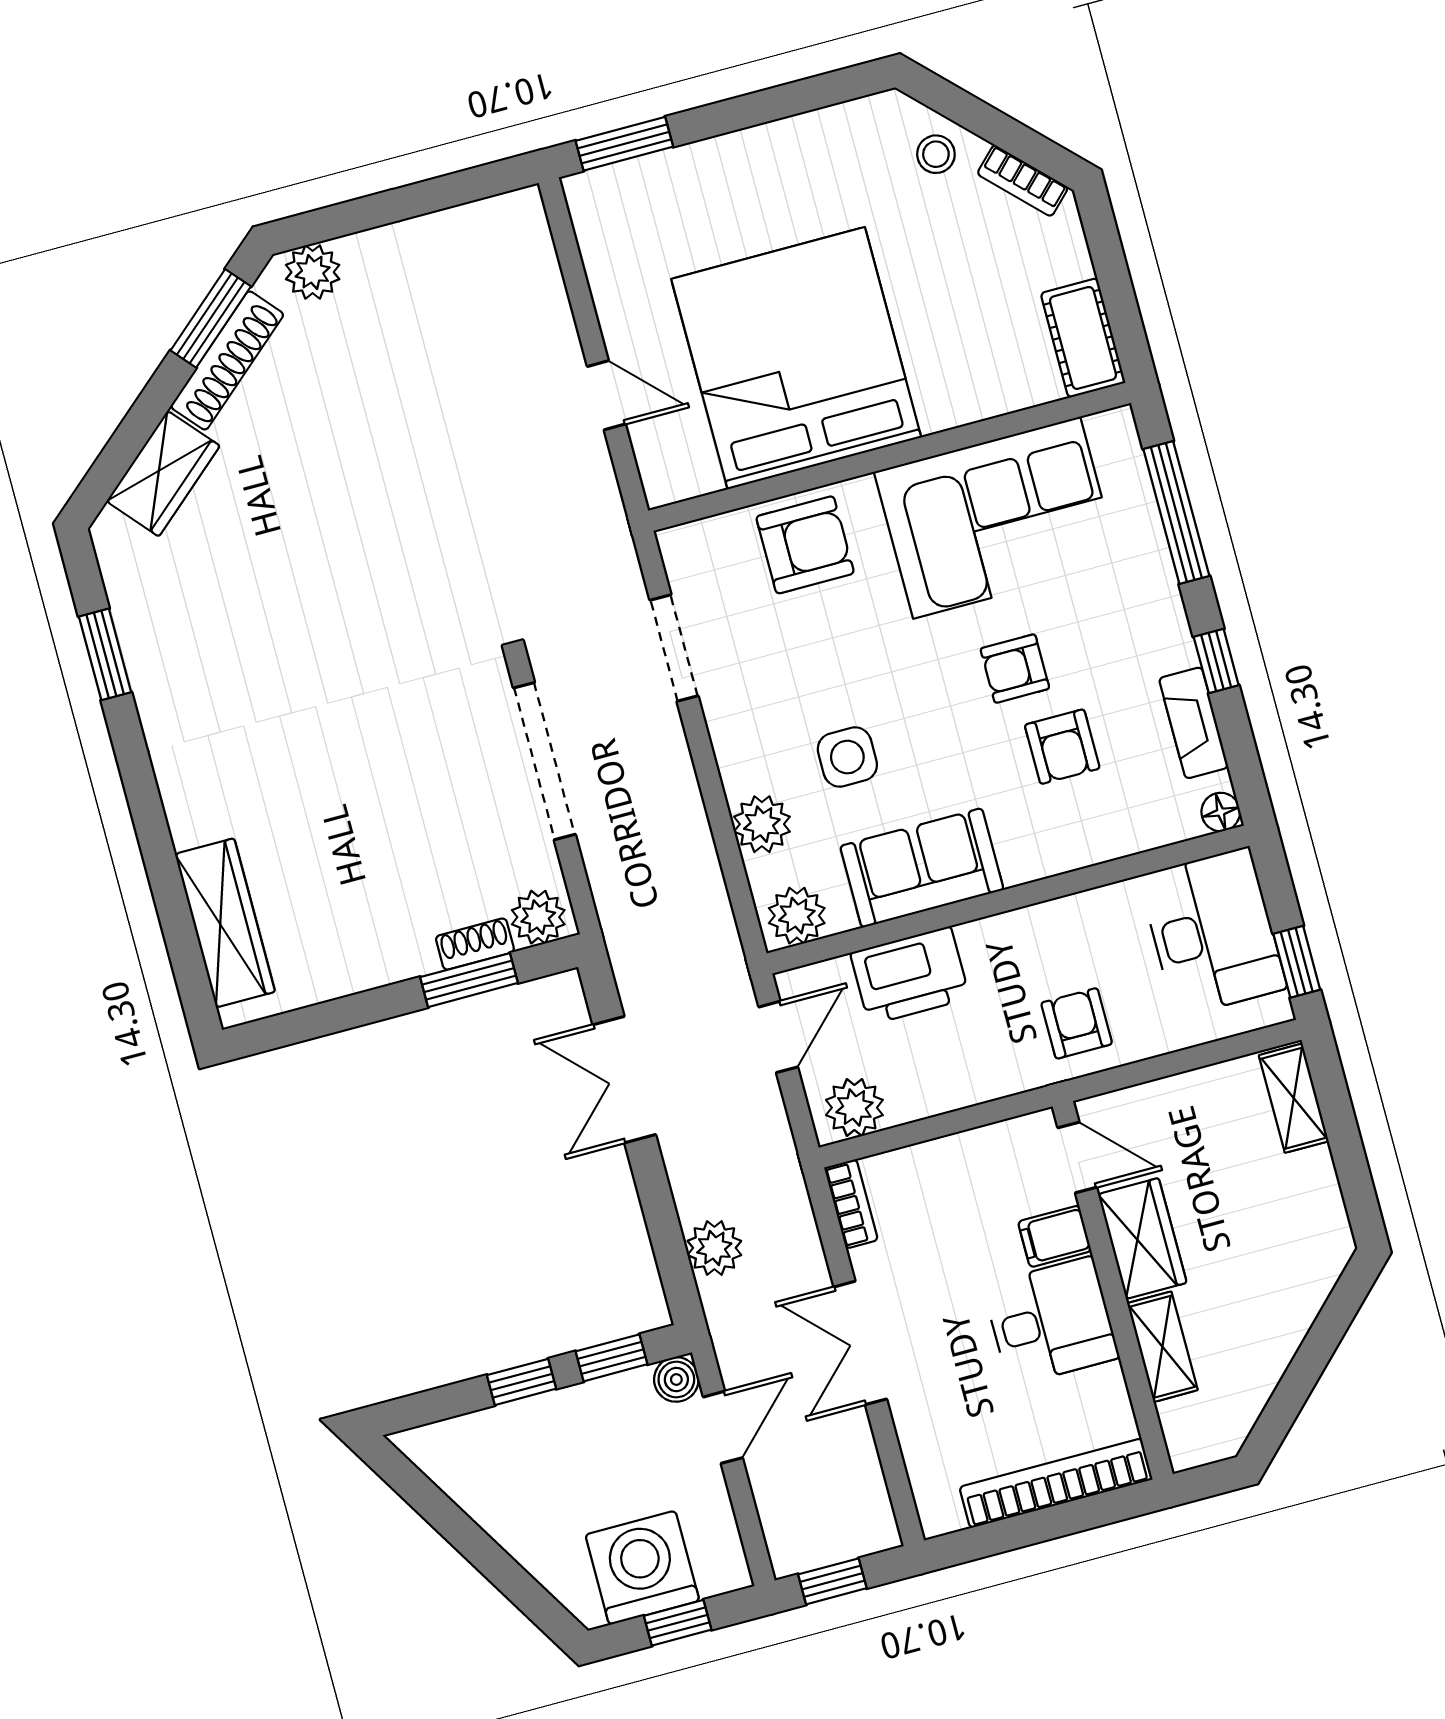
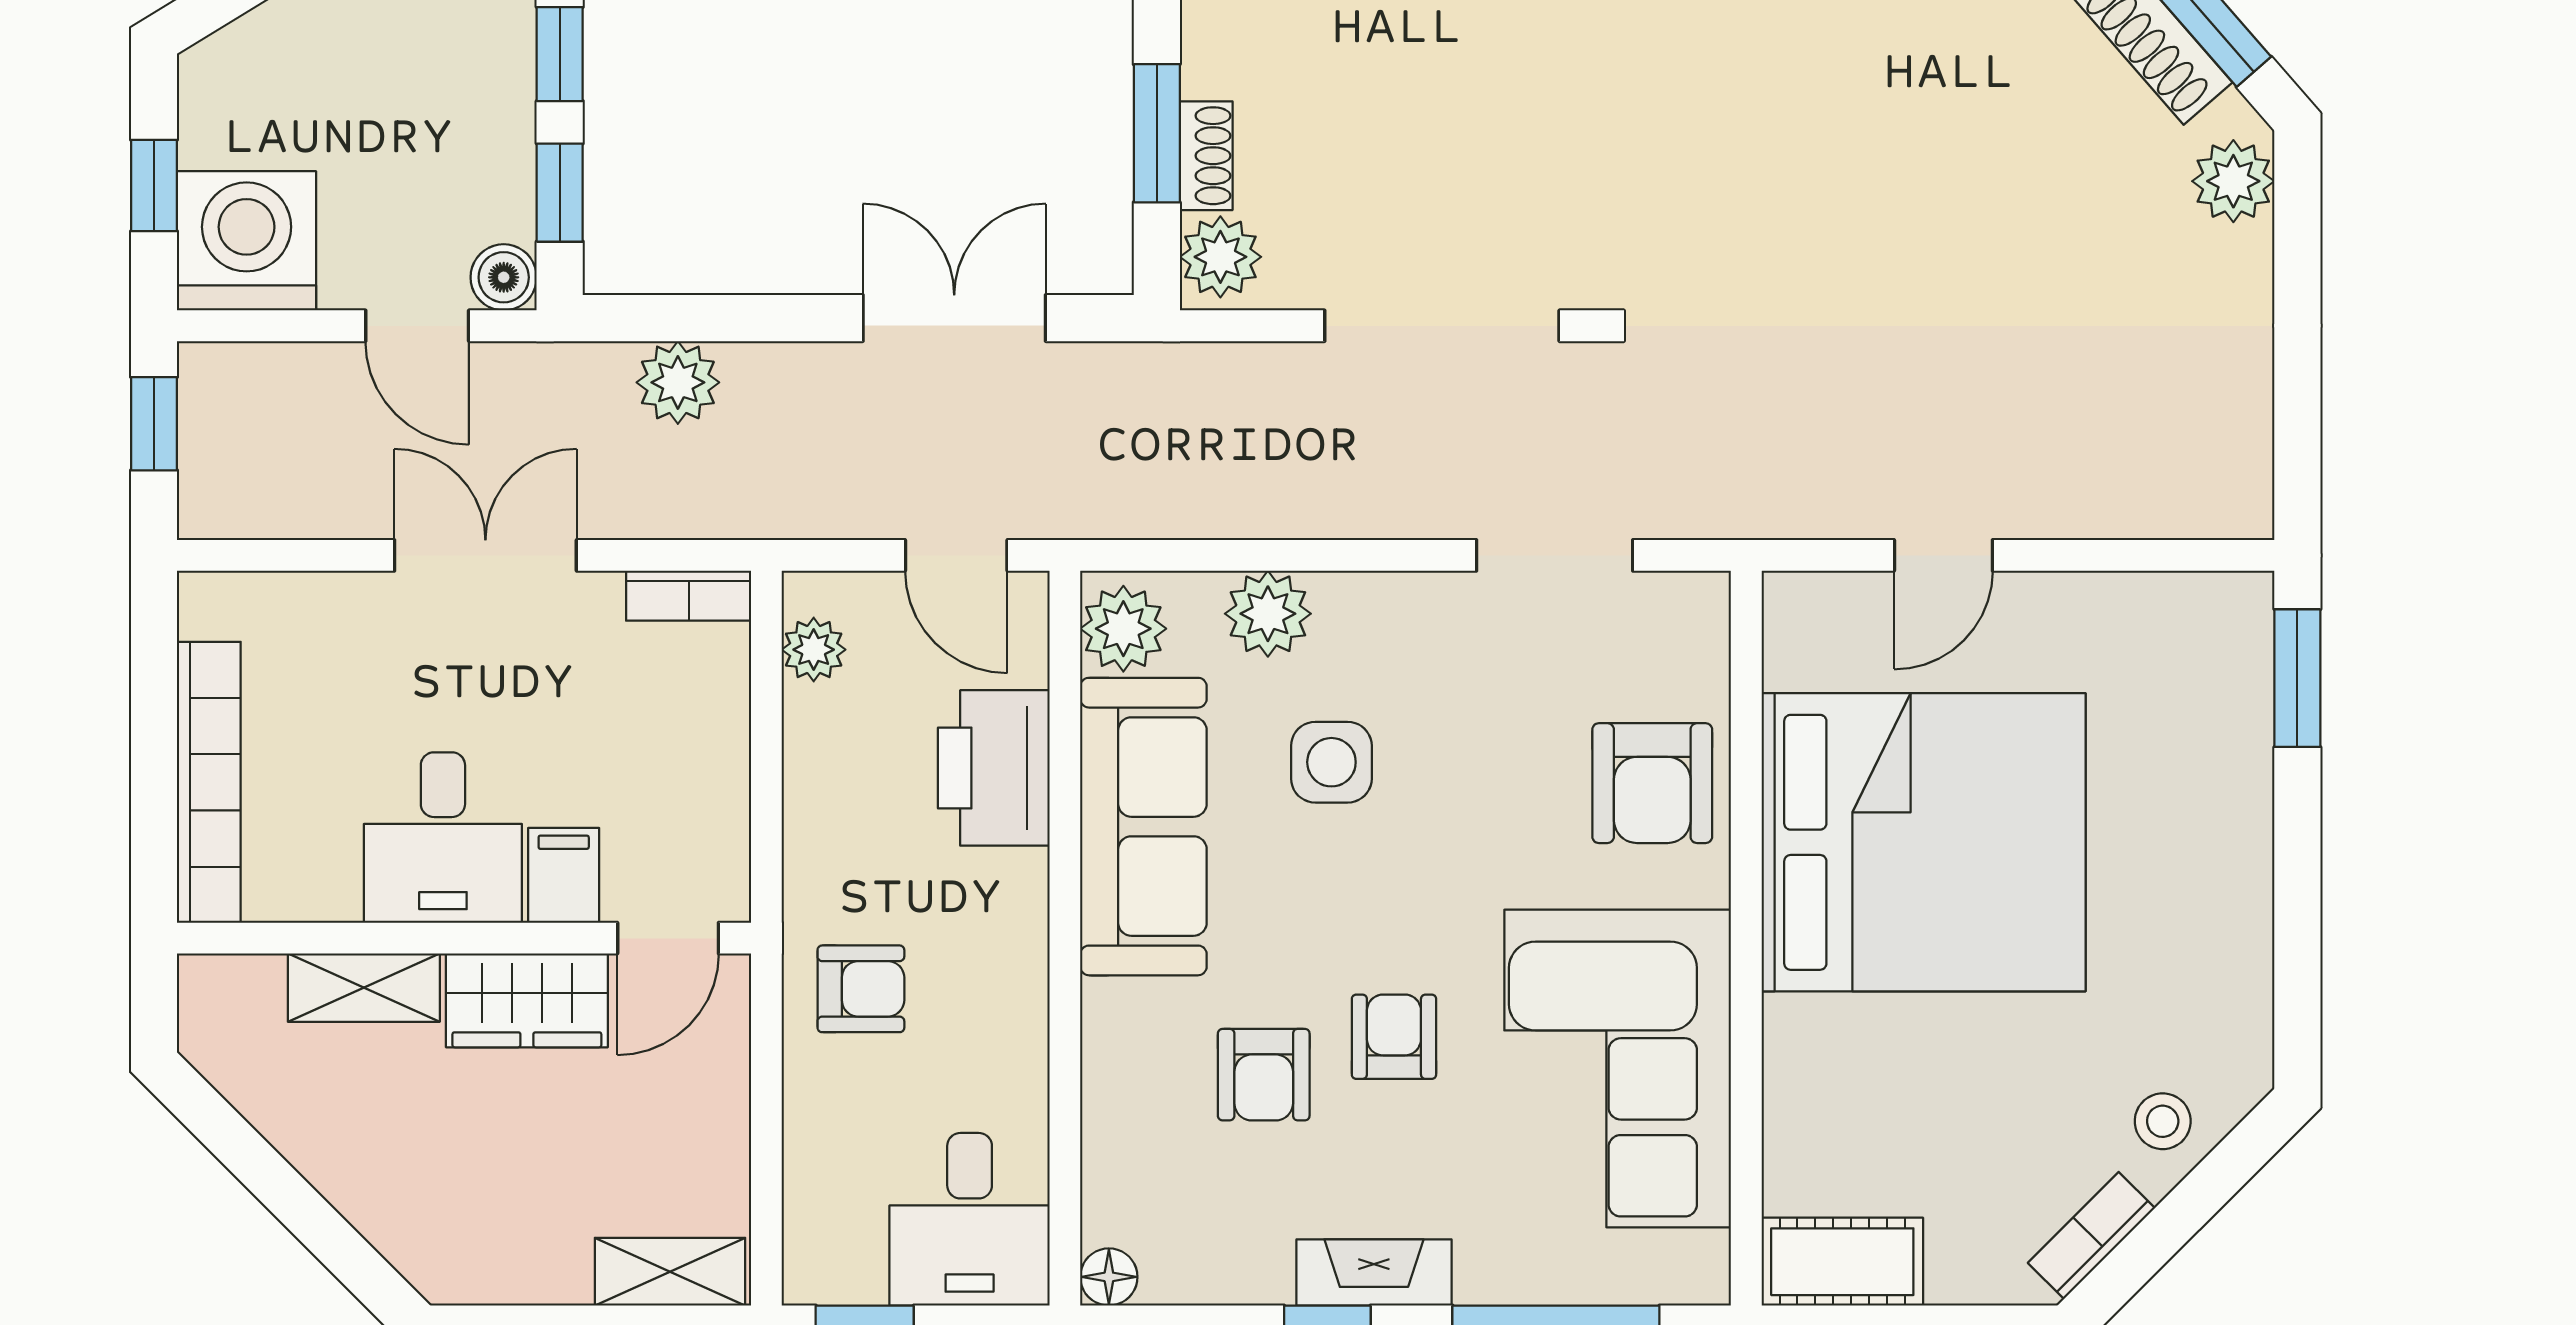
fireplace: (1194, 723) -> (1374, 1272), moved
armchair: (1062, 747) -> (1264, 1075), turned -90
sofa: (922, 868) -> (1143, 827), width x1.36
desk: (1213, 932) -> (970, 1219), width x0.73
plant: (854, 1108) -> (814, 650), width x0.73, depth x0.73
washing machine: (642, 1568) -> (247, 241), moved, turned -90

